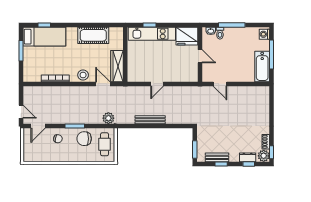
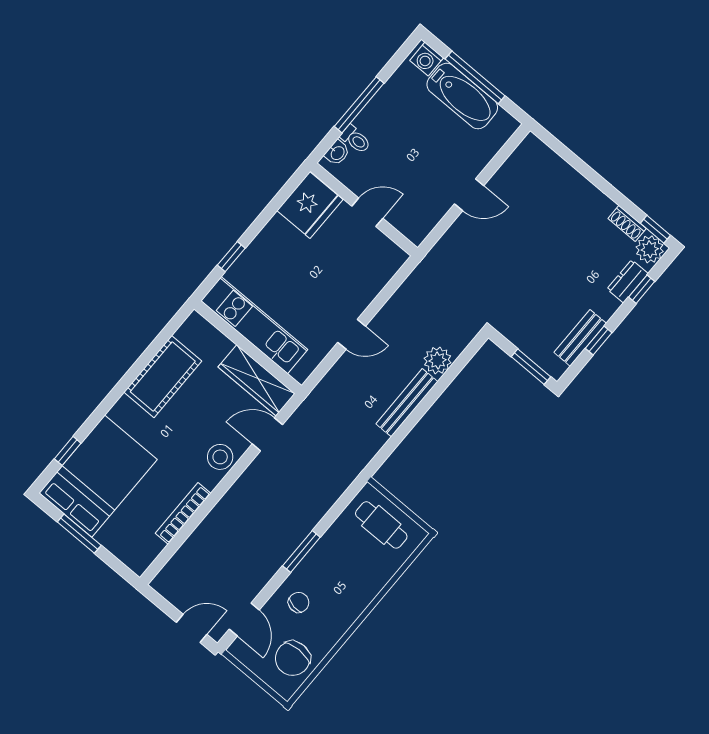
kitchen unit: (152, 34) -> (254, 325), moved, turned -90
bed: (44, 37) -> (98, 476), width x1.50
bathtub: (262, 67) -> (462, 96), moved
door: (157, 84) -> (352, 334), hinge flipped
door: (220, 84) -> (469, 195), moved
plant: (108, 118) -> (438, 360), moved
chair: (84, 139) -> (293, 658), moved

